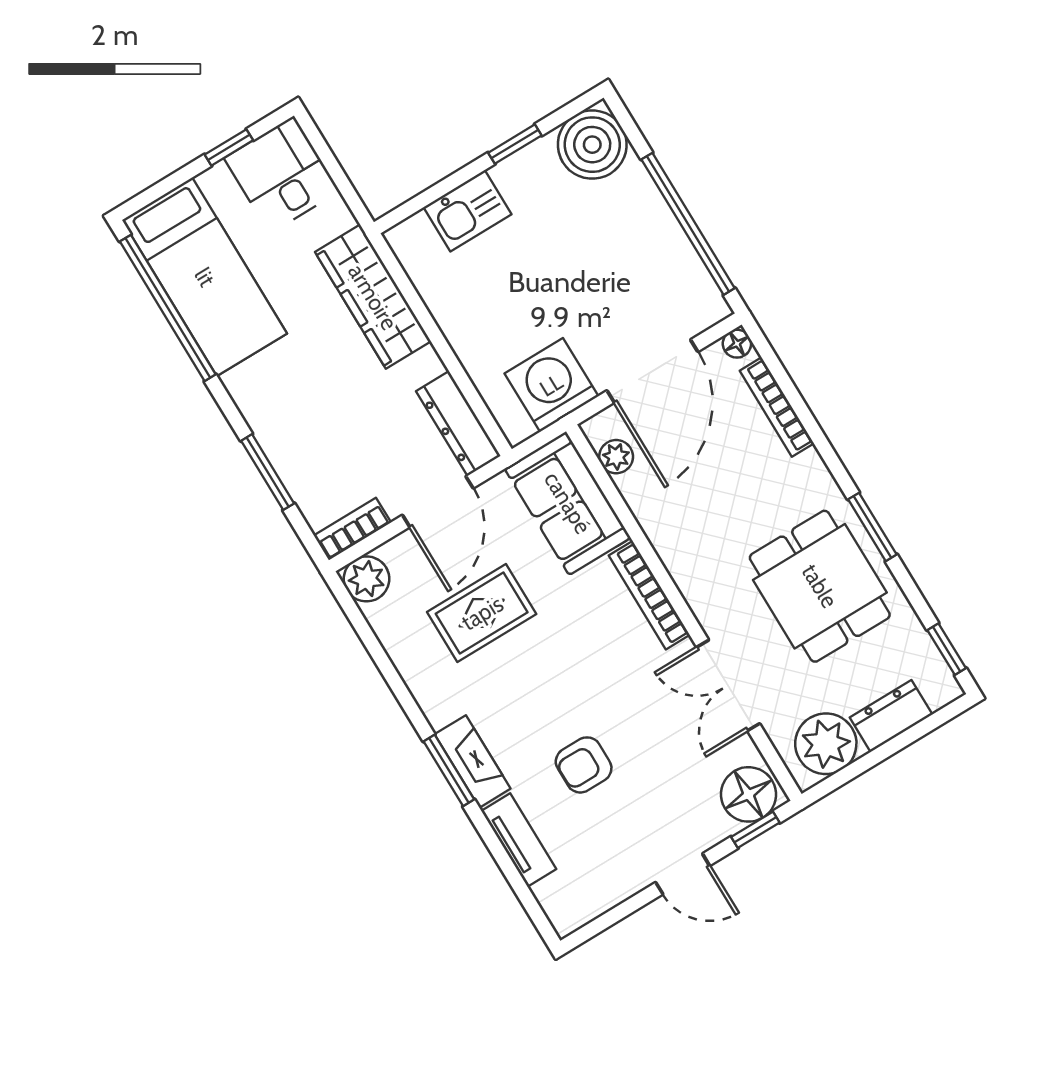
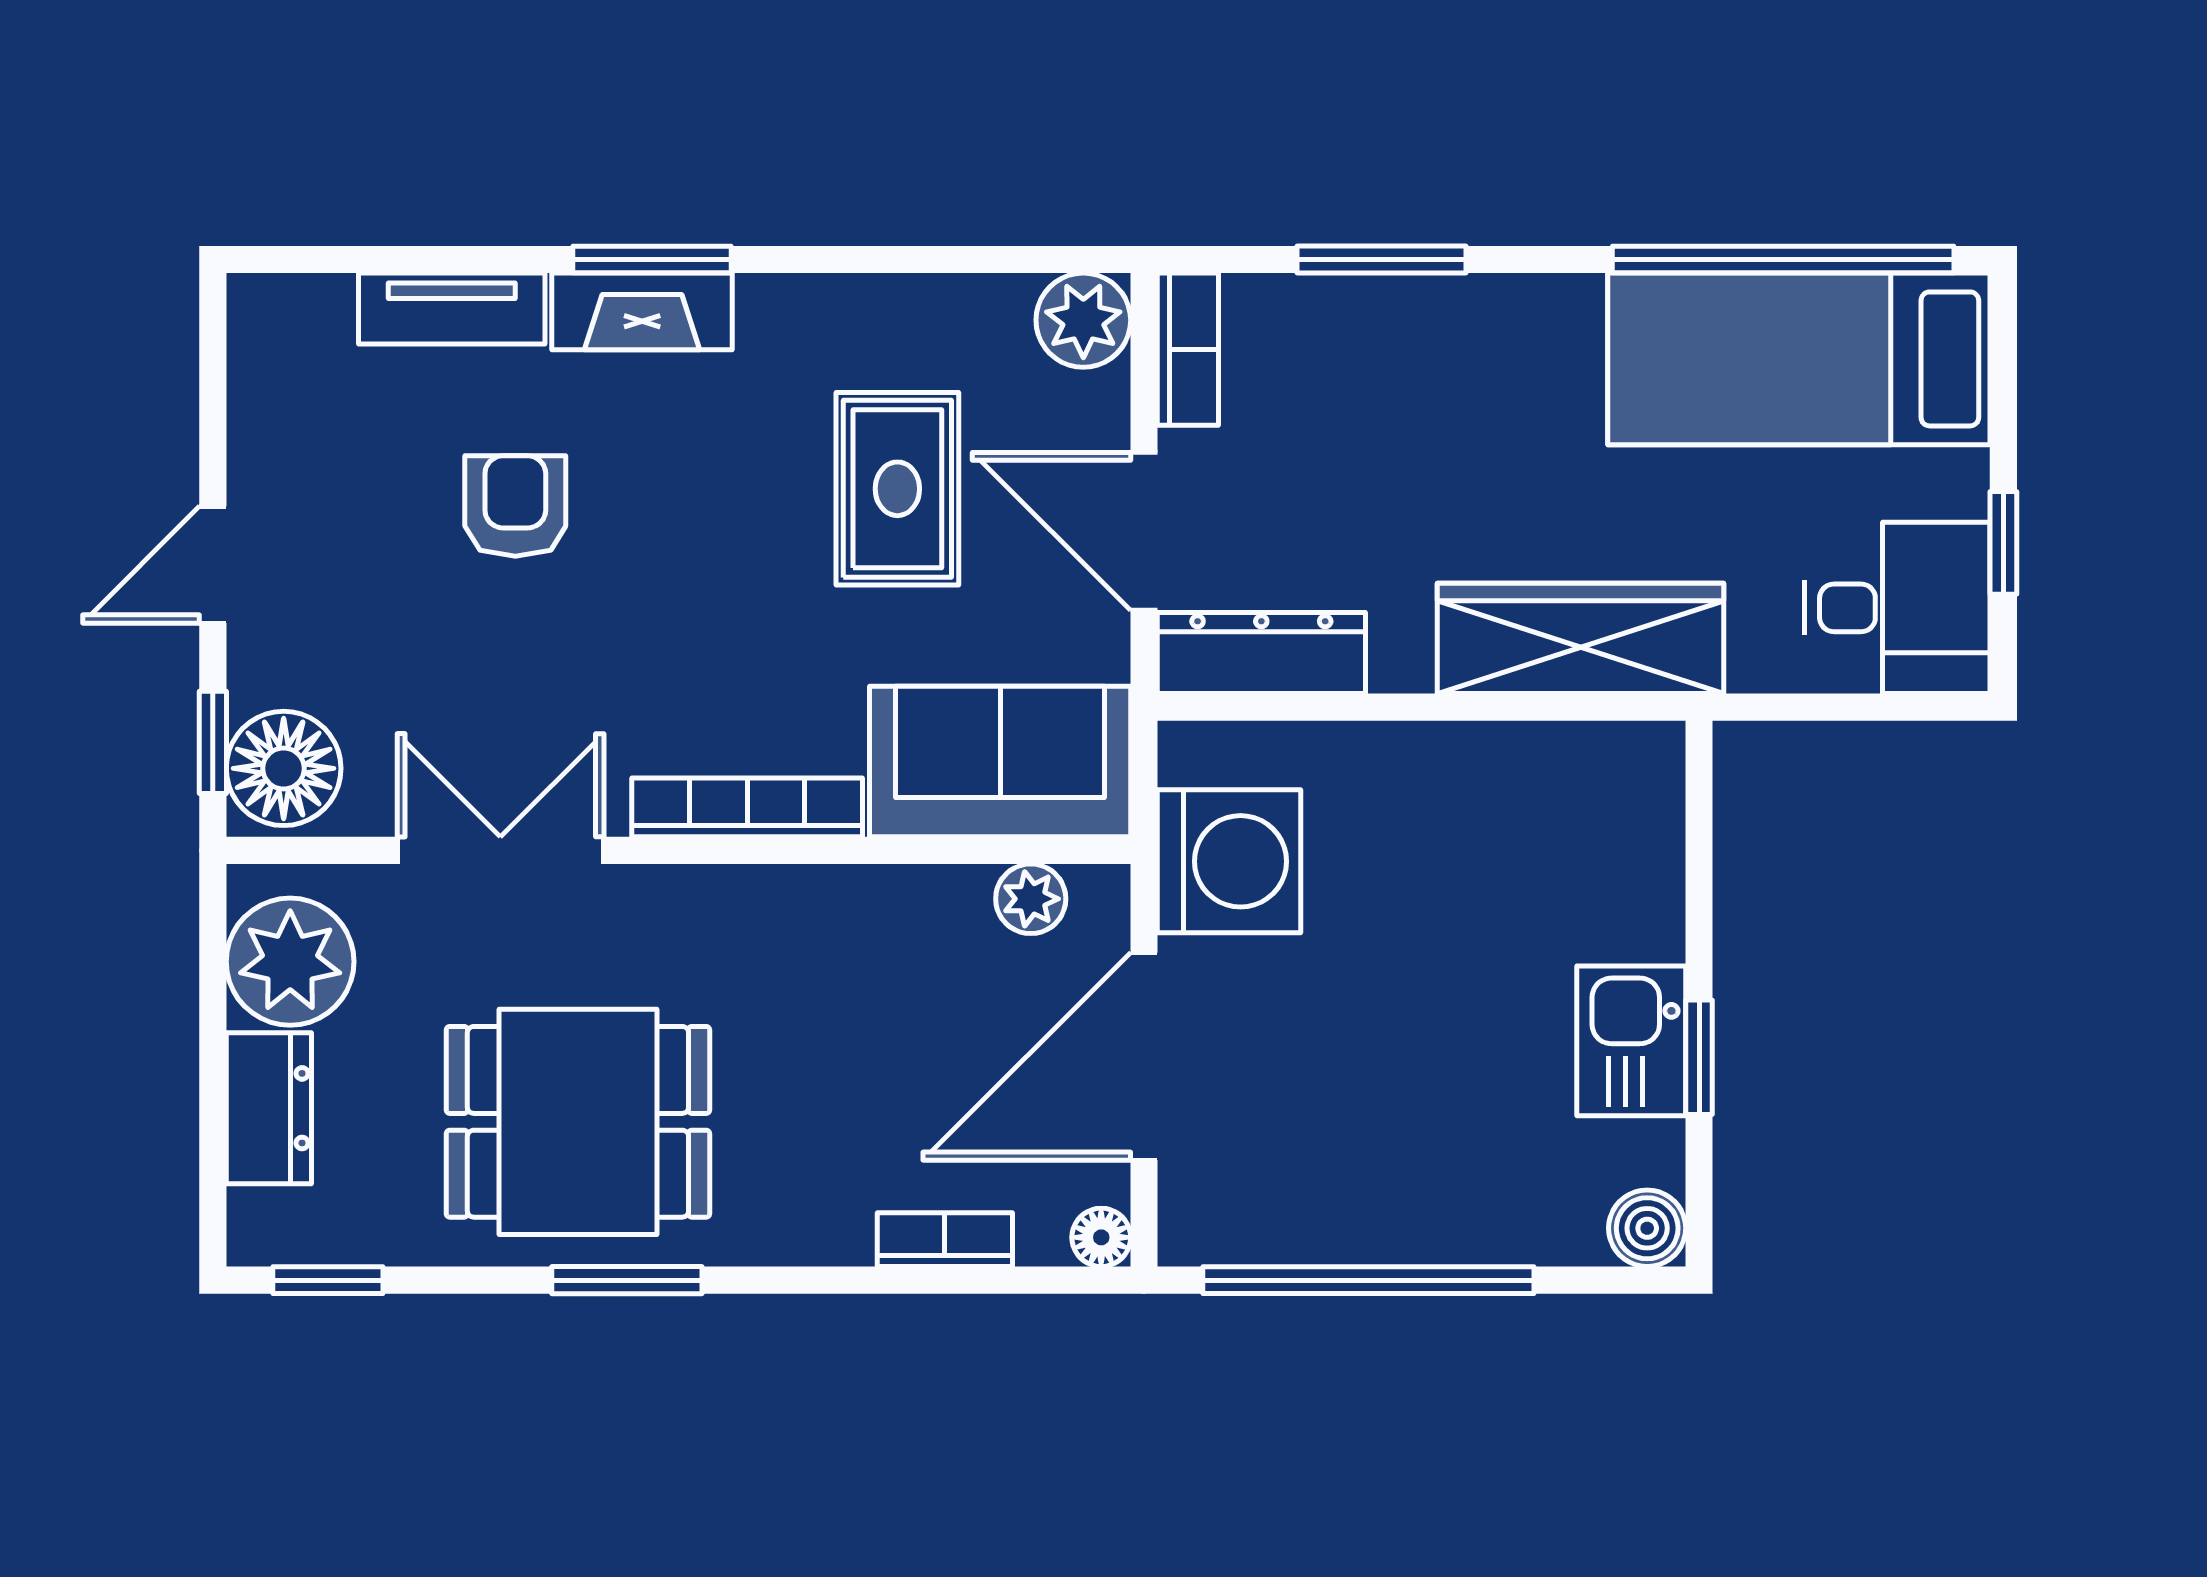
boiler: (592, 145) -> (1647, 1228), width x0.54, depth x0.54
kitchen sink: (468, 211) -> (1631, 1041), moved
door: (652, 371) -> (1144, 1056), hinge flipped
bookcase: (777, 407) -> (945, 1240), width x0.64

